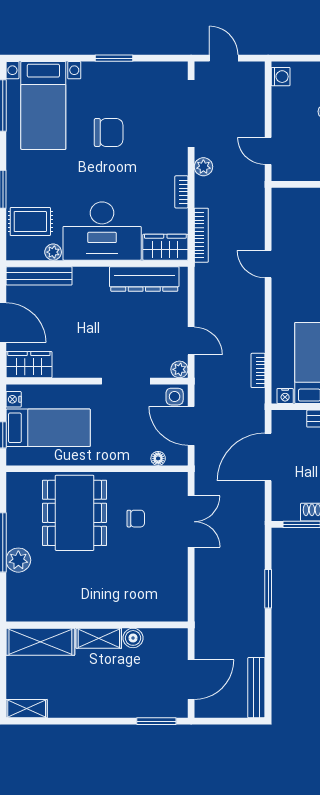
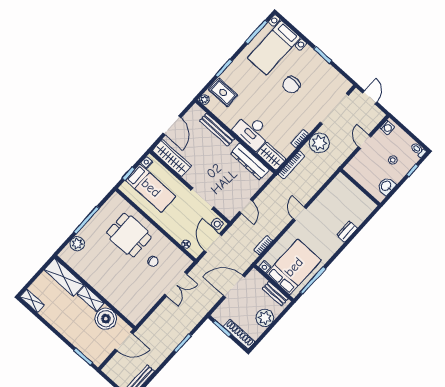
chair: (109, 132) -> (291, 85), turned 90
door: (268, 151) -> (365, 142), moved
plant: (203, 167) -> (319, 143), width x1.88, depth x1.88
desk: (102, 231) -> (252, 132), width x0.73, depth x0.77
plant: (53, 252) -> (204, 100), moved
door: (268, 264) -> (300, 214), moved
bench: (39, 276) -> (217, 130), moved
wardrobe: (29, 365) -> (172, 158), width x1.50
plant: (179, 369) -> (230, 214), removed
dining table: (75, 513) -> (129, 235), width x0.73
plant: (18, 560) -> (77, 244), moved
boiler: (133, 638) -> (106, 319), width x1.86, depth x1.86
door: (191, 680) -> (124, 341), moved

